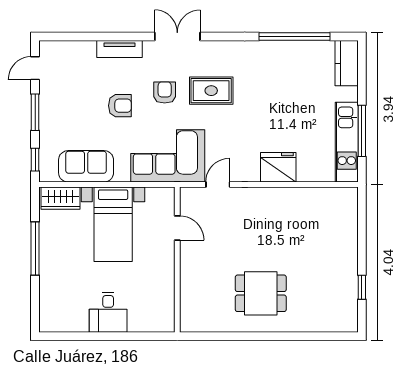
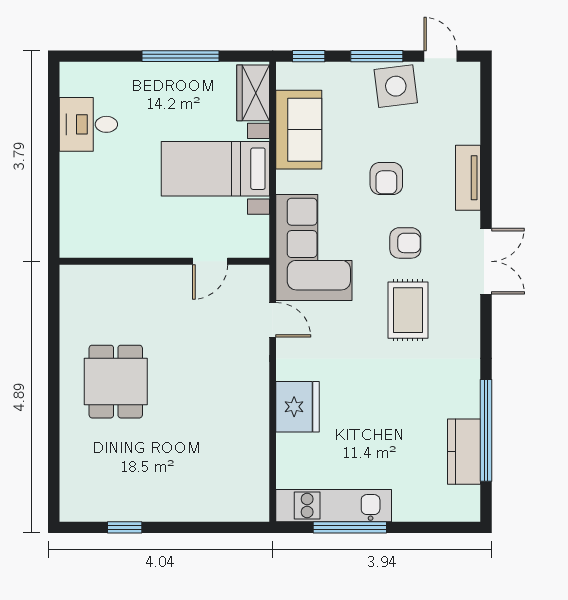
kitchen counter: (347, 63) -> (464, 452), moved, turned -90
side table: (56, 99) -> (396, 86), added
desk: (108, 312) -> (88, 124), moved

